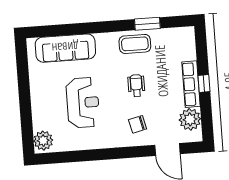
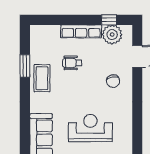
window: (204, 84) -> (109, 20), moved
wheelchair: (136, 86) -> (72, 63), moved

